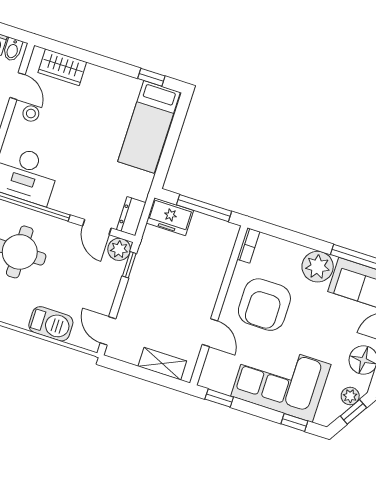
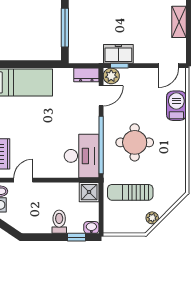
stool: (31, 114) -> (39, 165), removed
freezer: (170, 217) -> (118, 54), moved, turned -90

